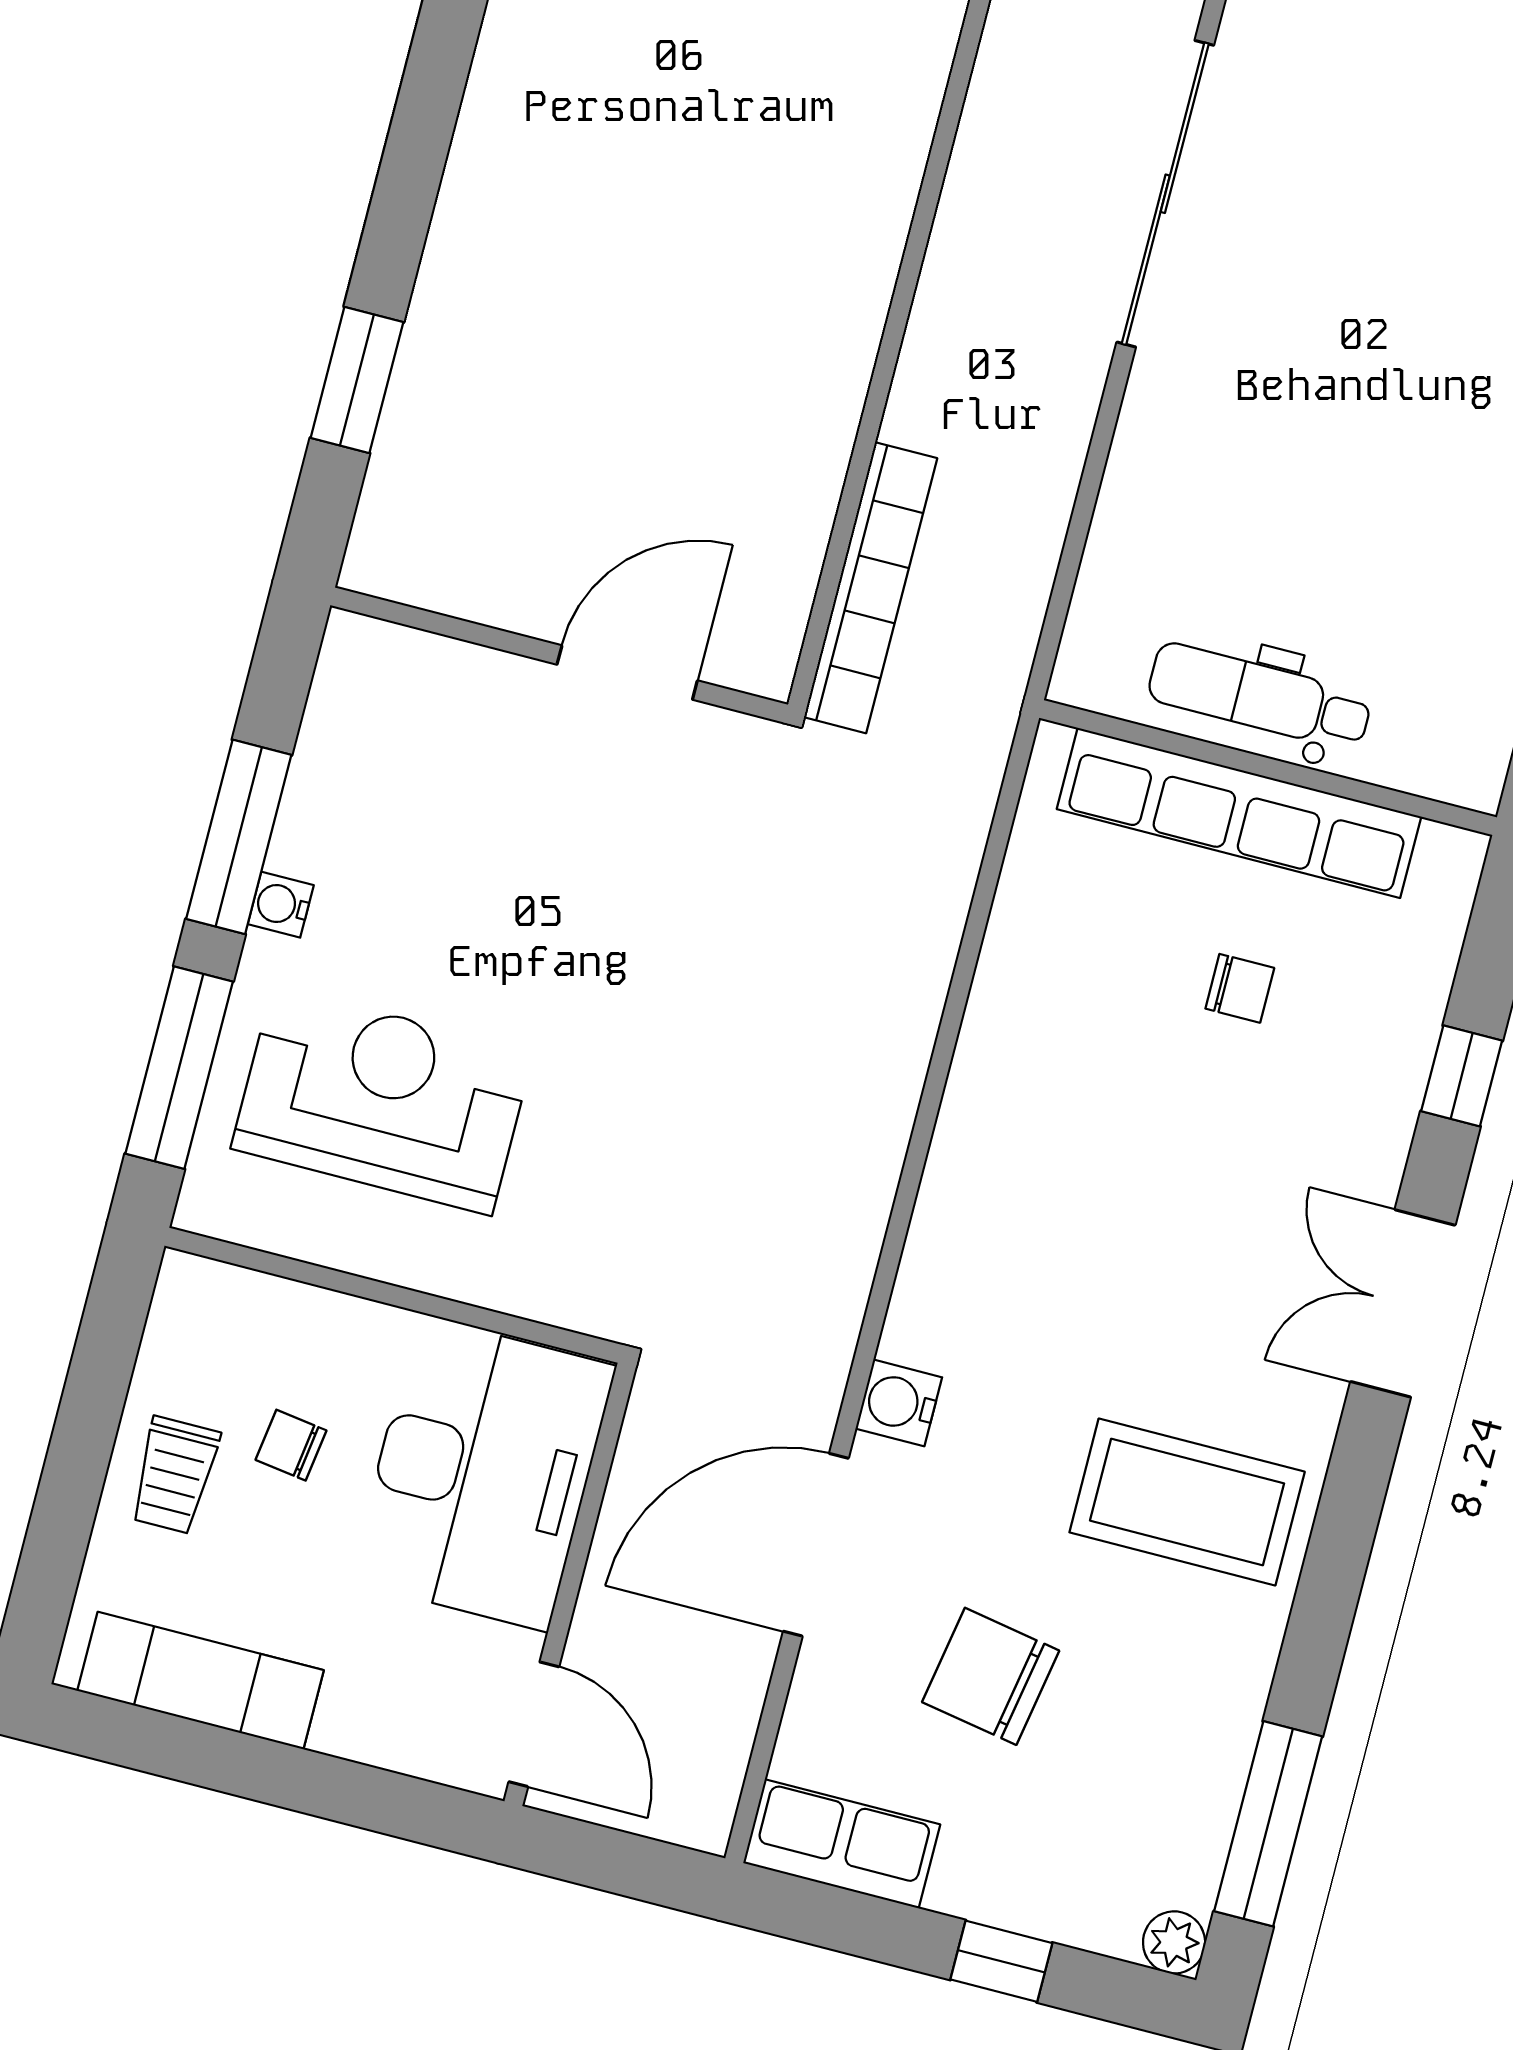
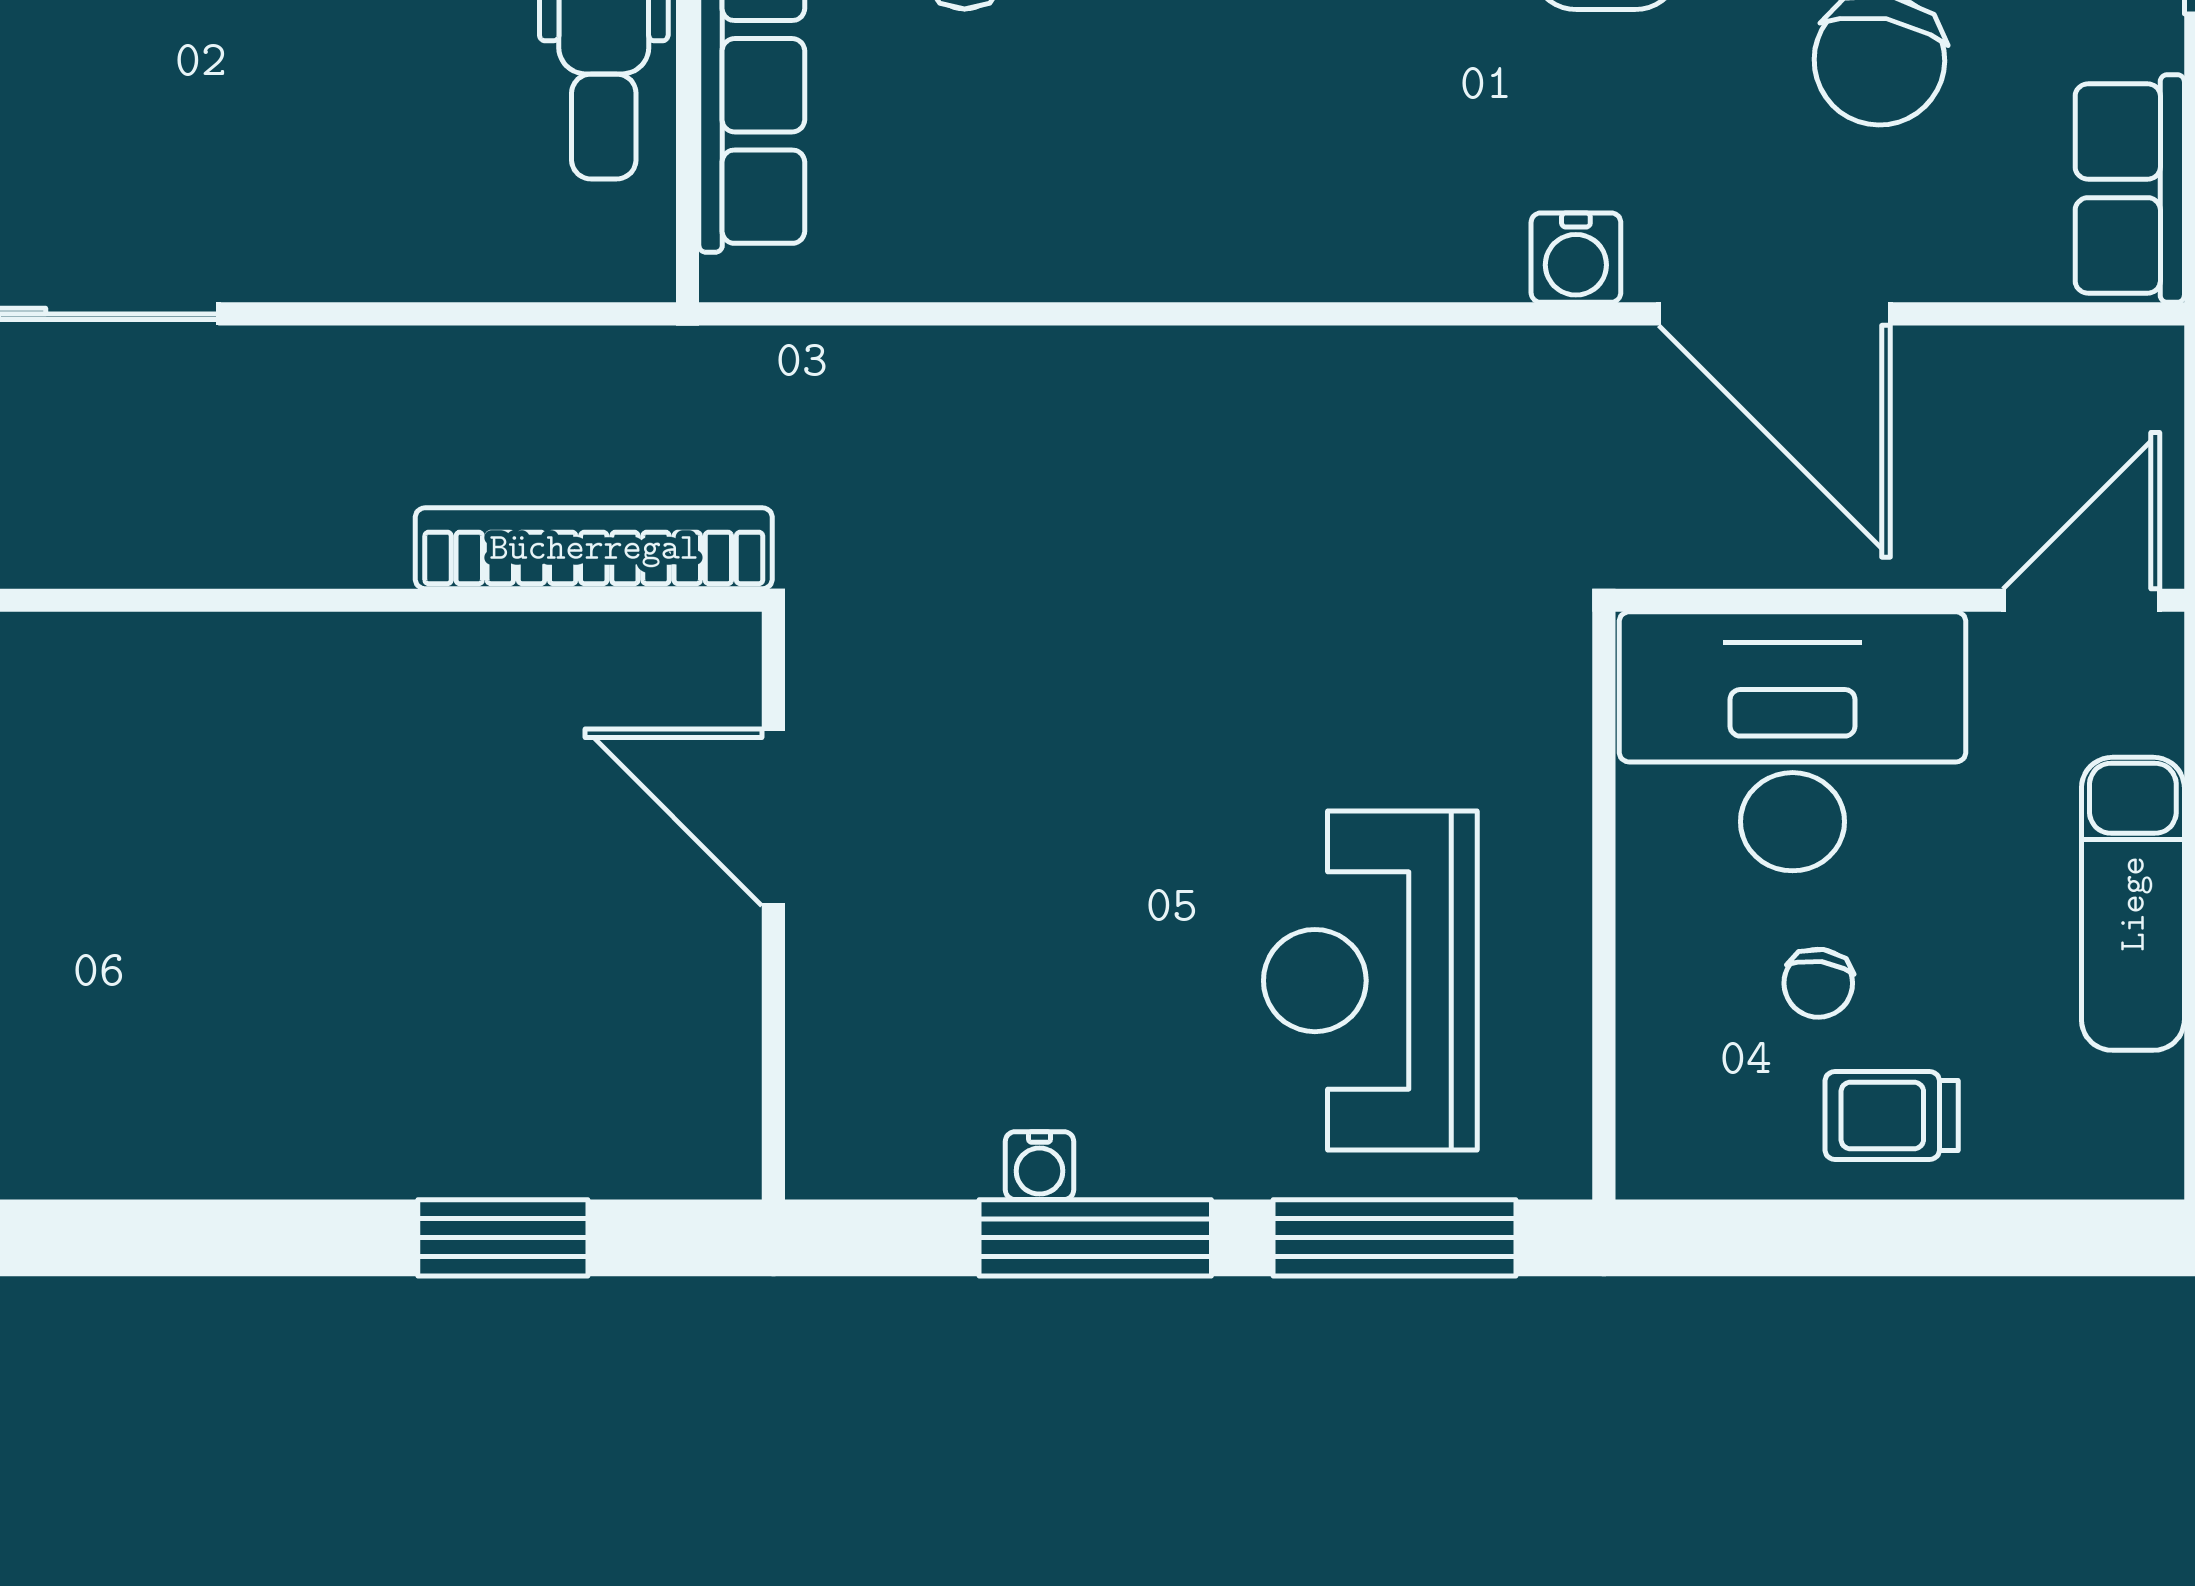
water cooler: (281, 905) -> (1040, 1166), moved
trolley: (174, 1475) -> (1892, 1115), turned 180
exam couch: (201, 1681) -> (2133, 904), moved

